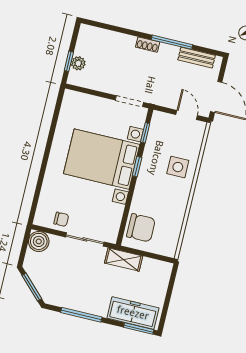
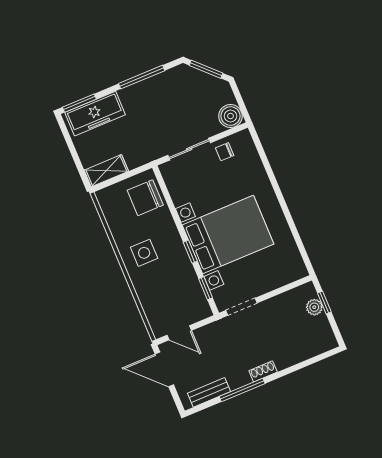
side table: (178, 167) -> (144, 253), moved
shelving: (124, 260) -> (106, 171), moved

